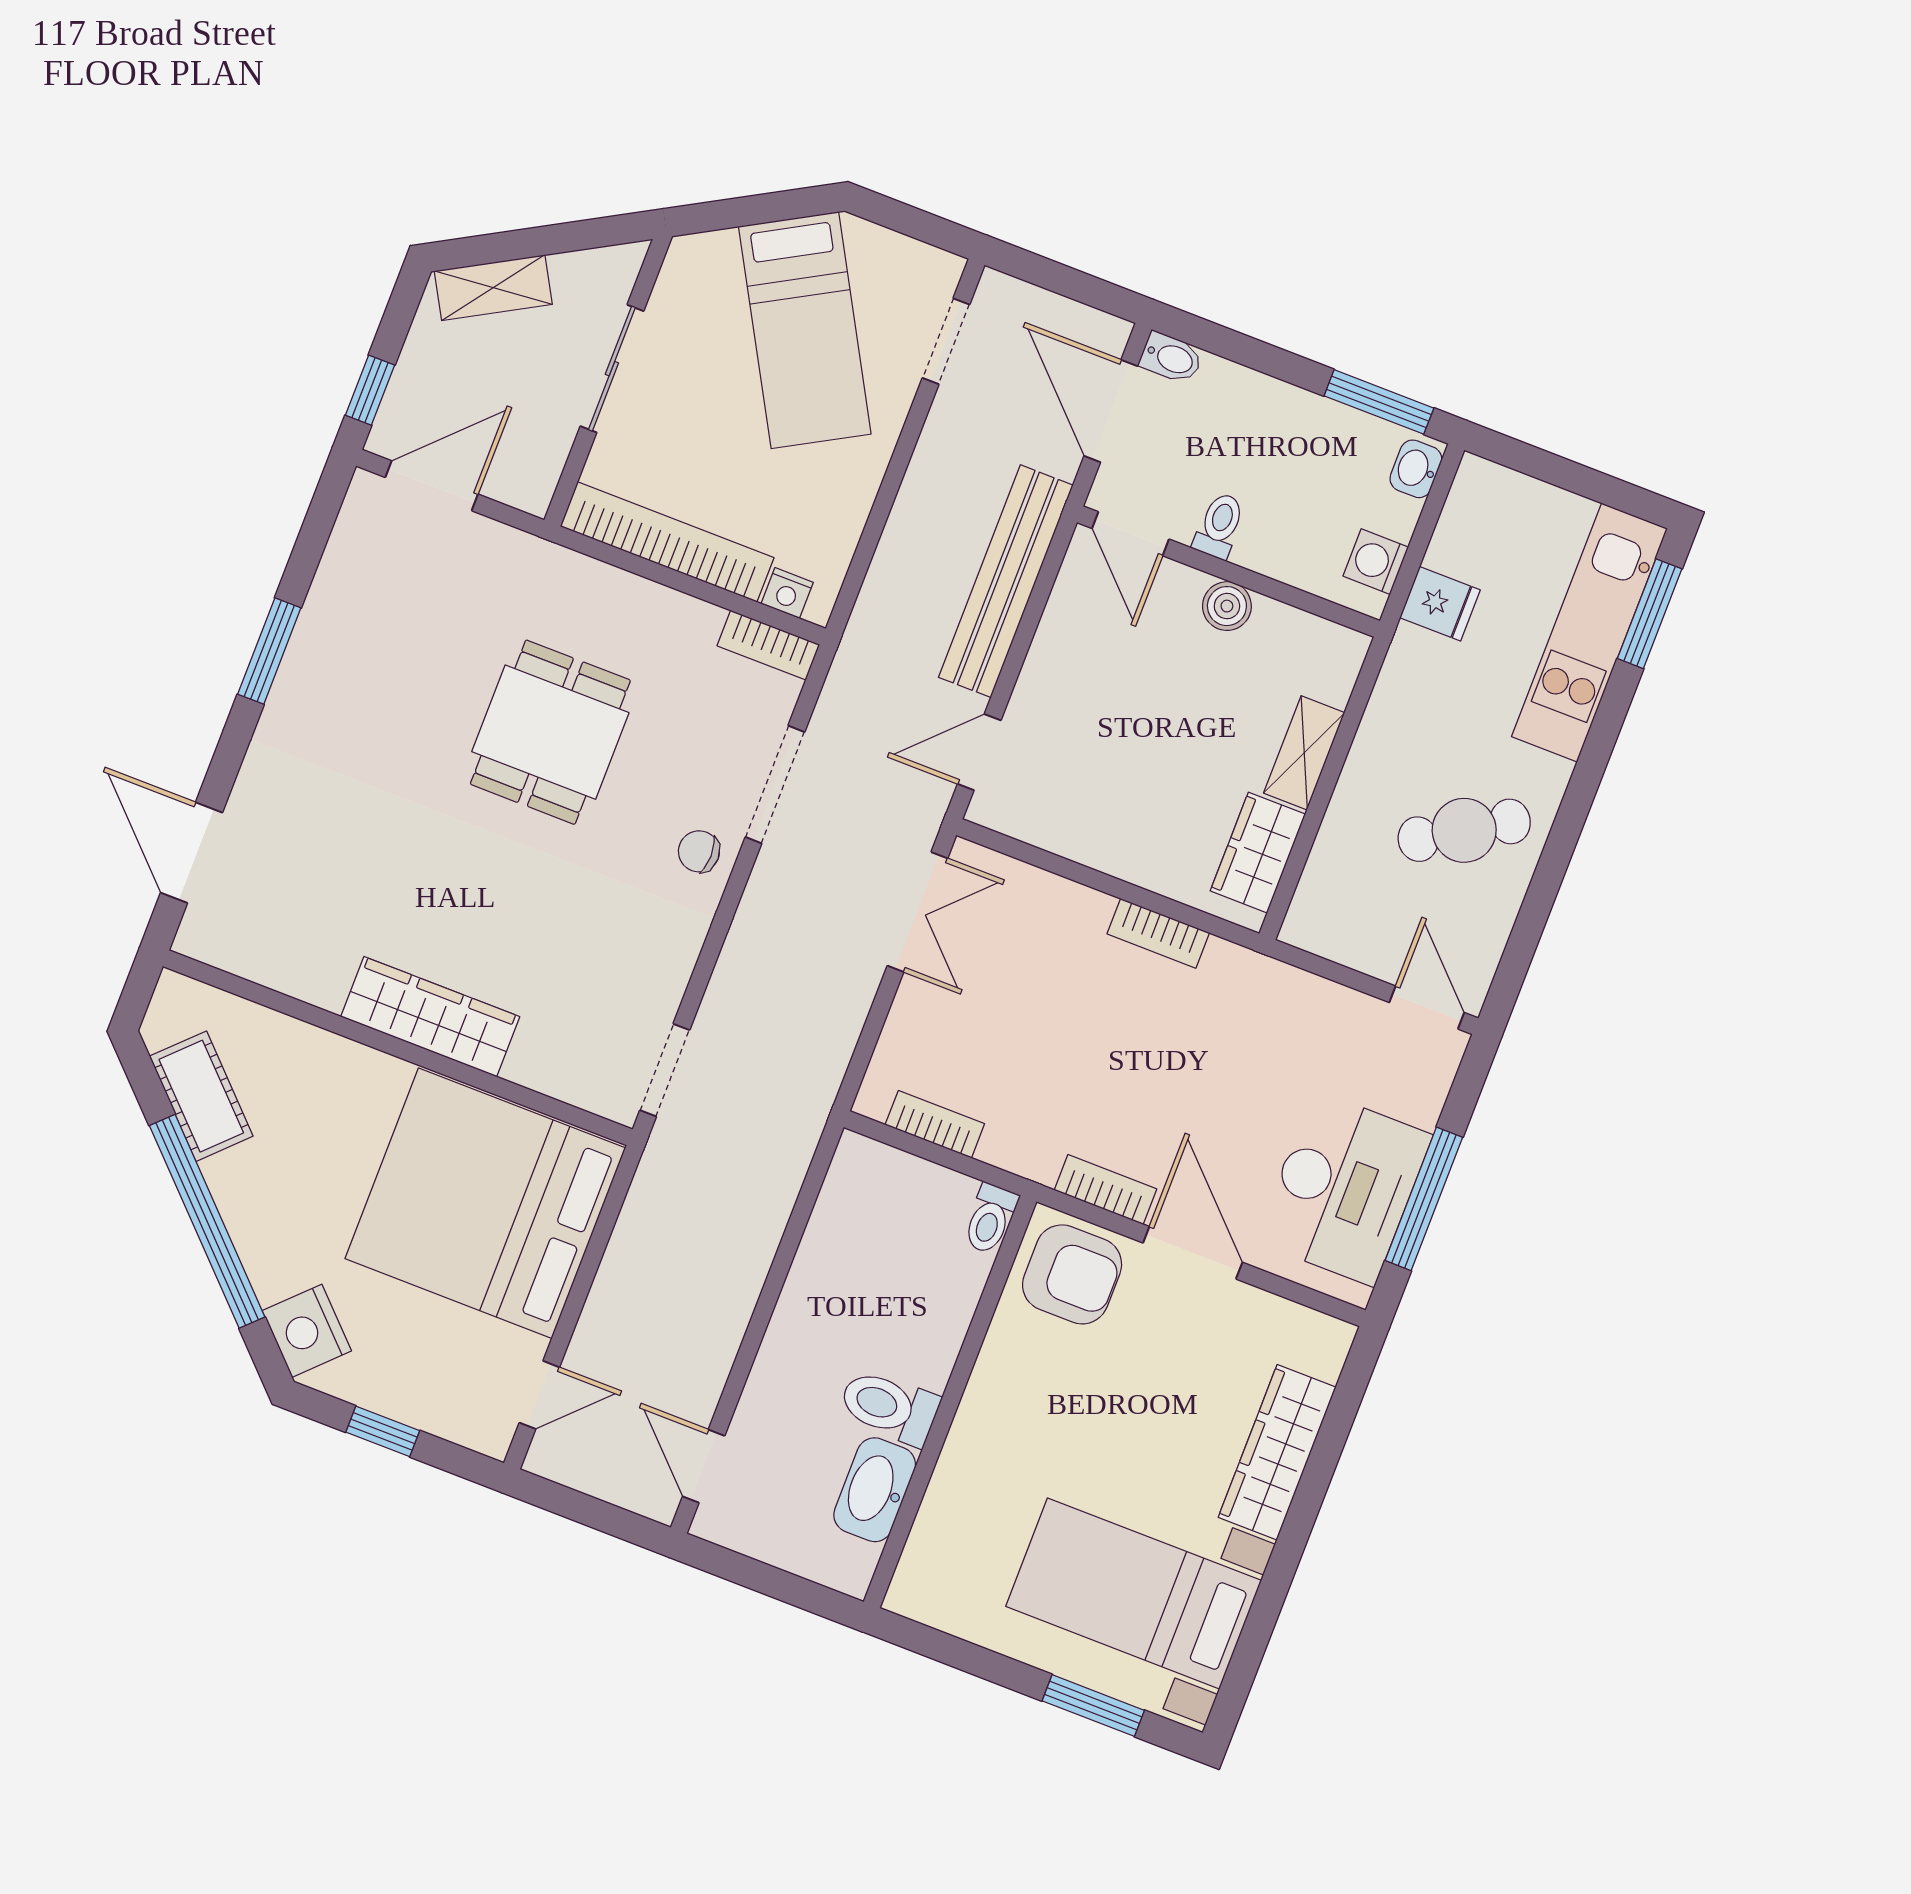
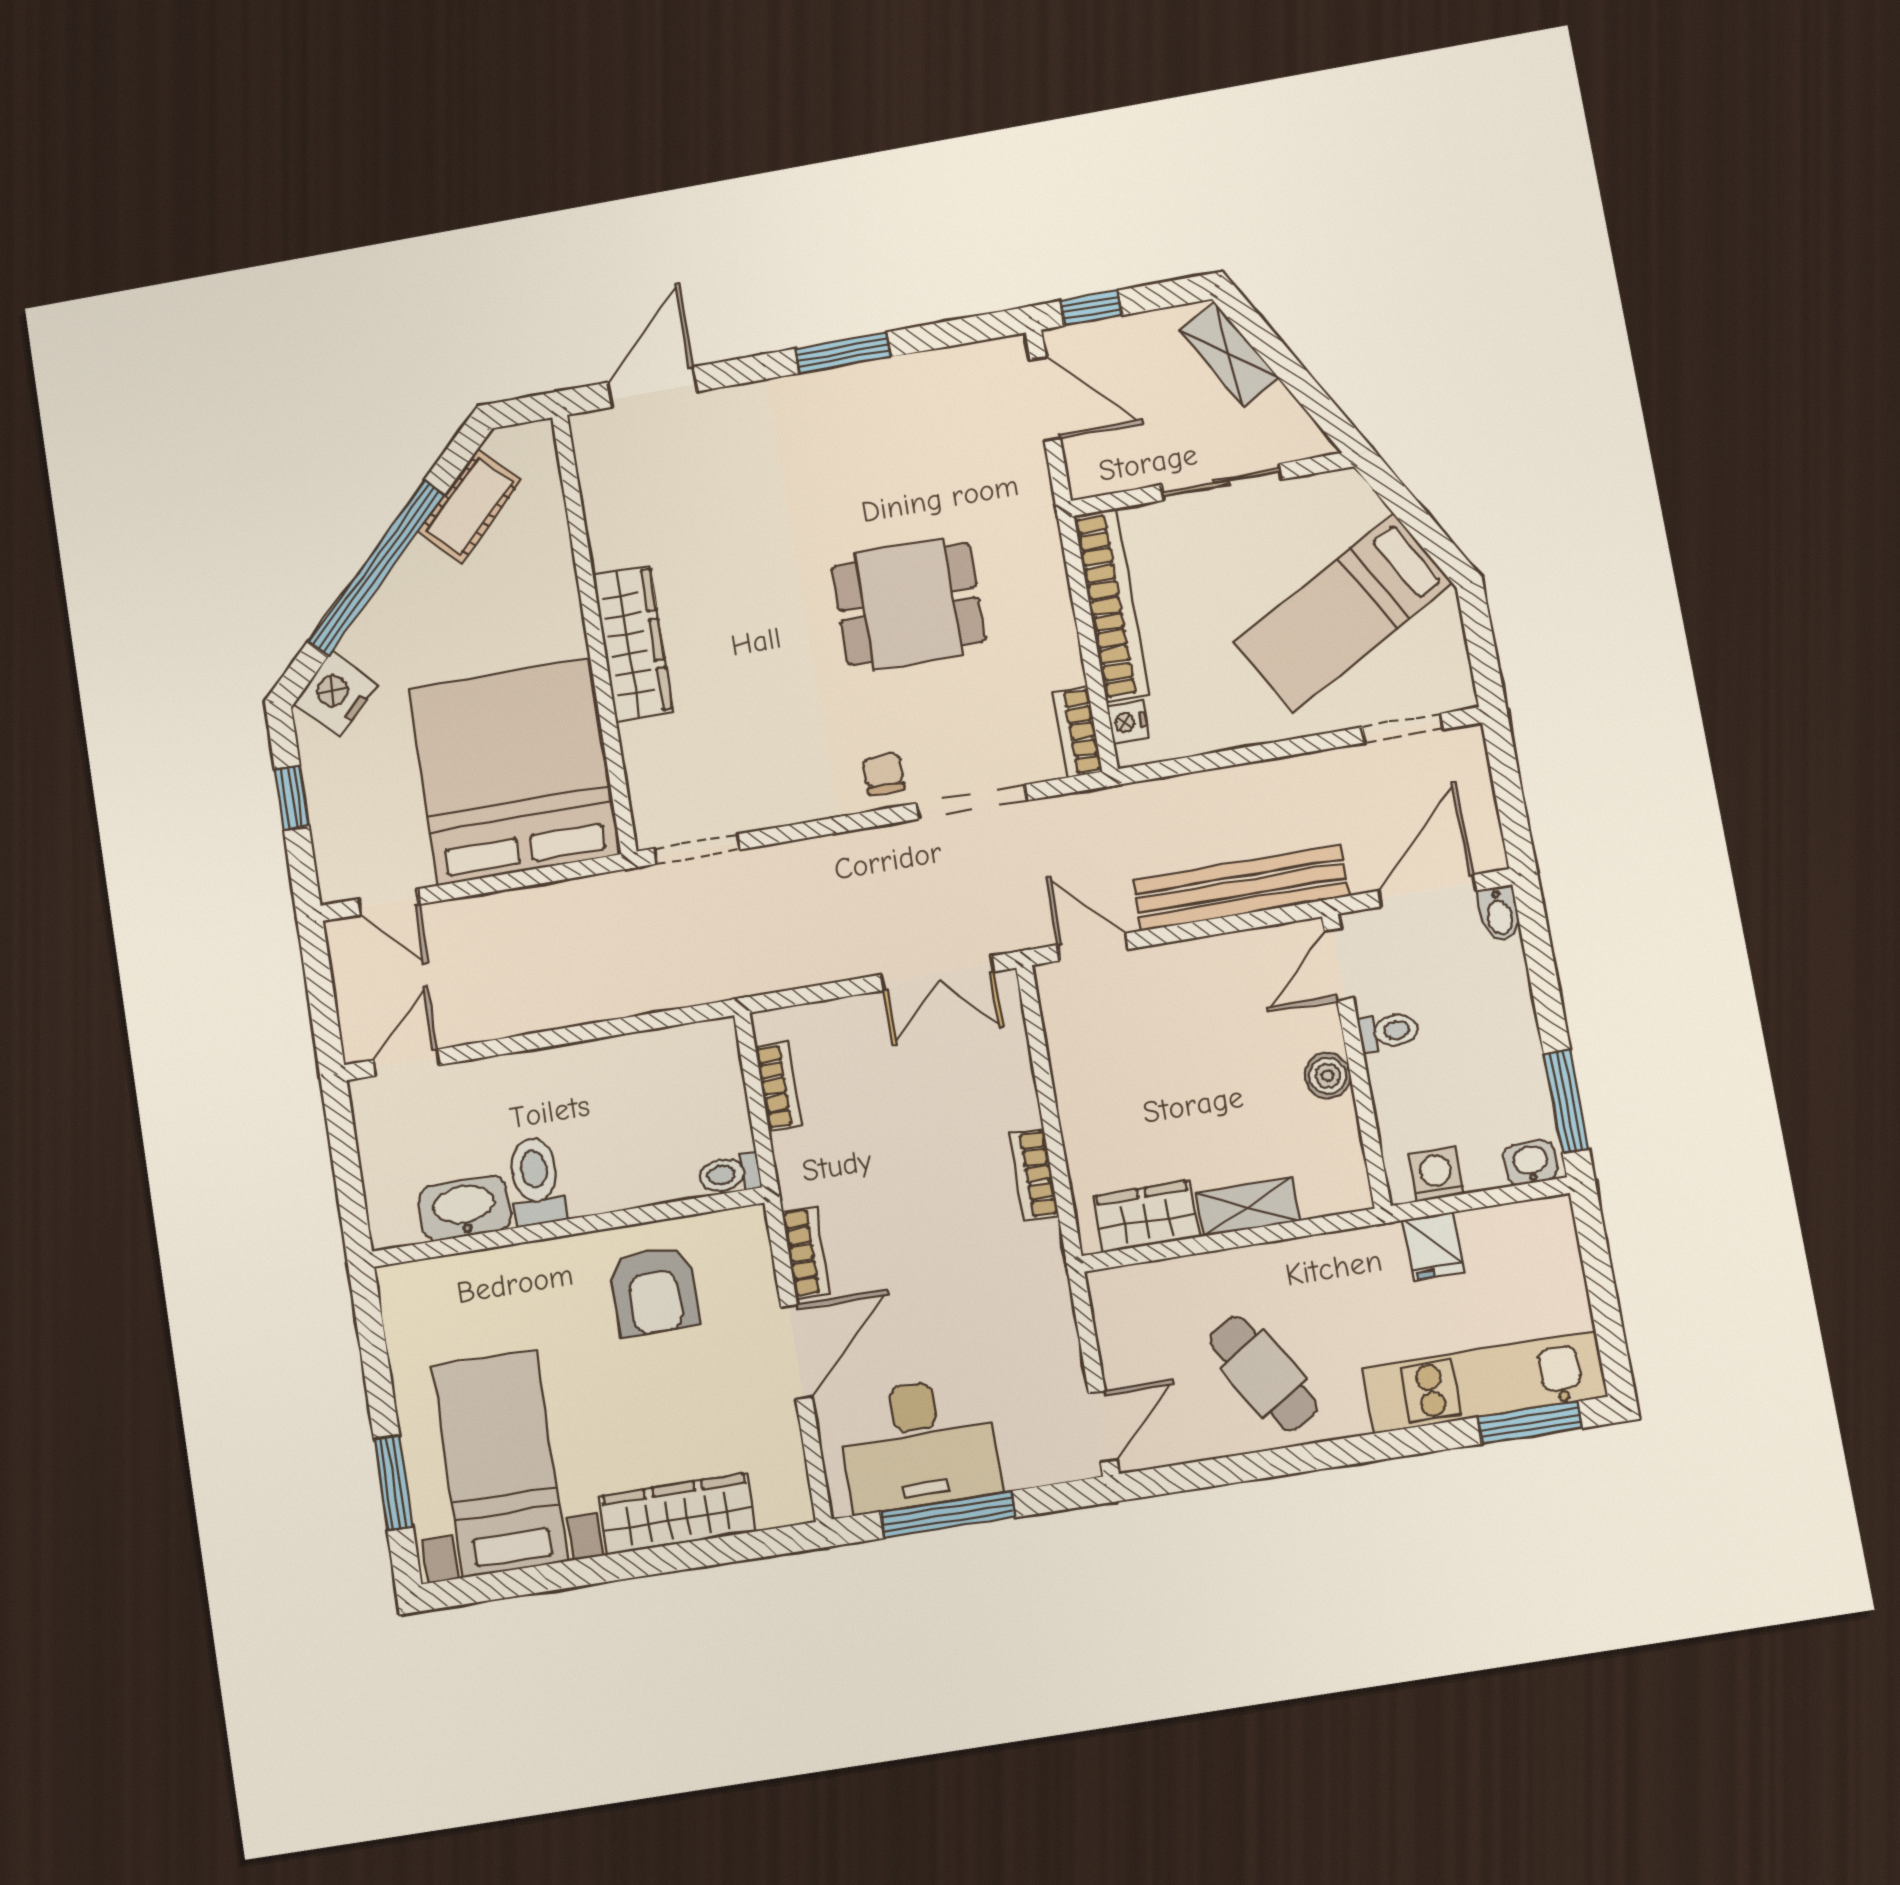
armchair: (1072, 1274) -> (654, 1291), moved

